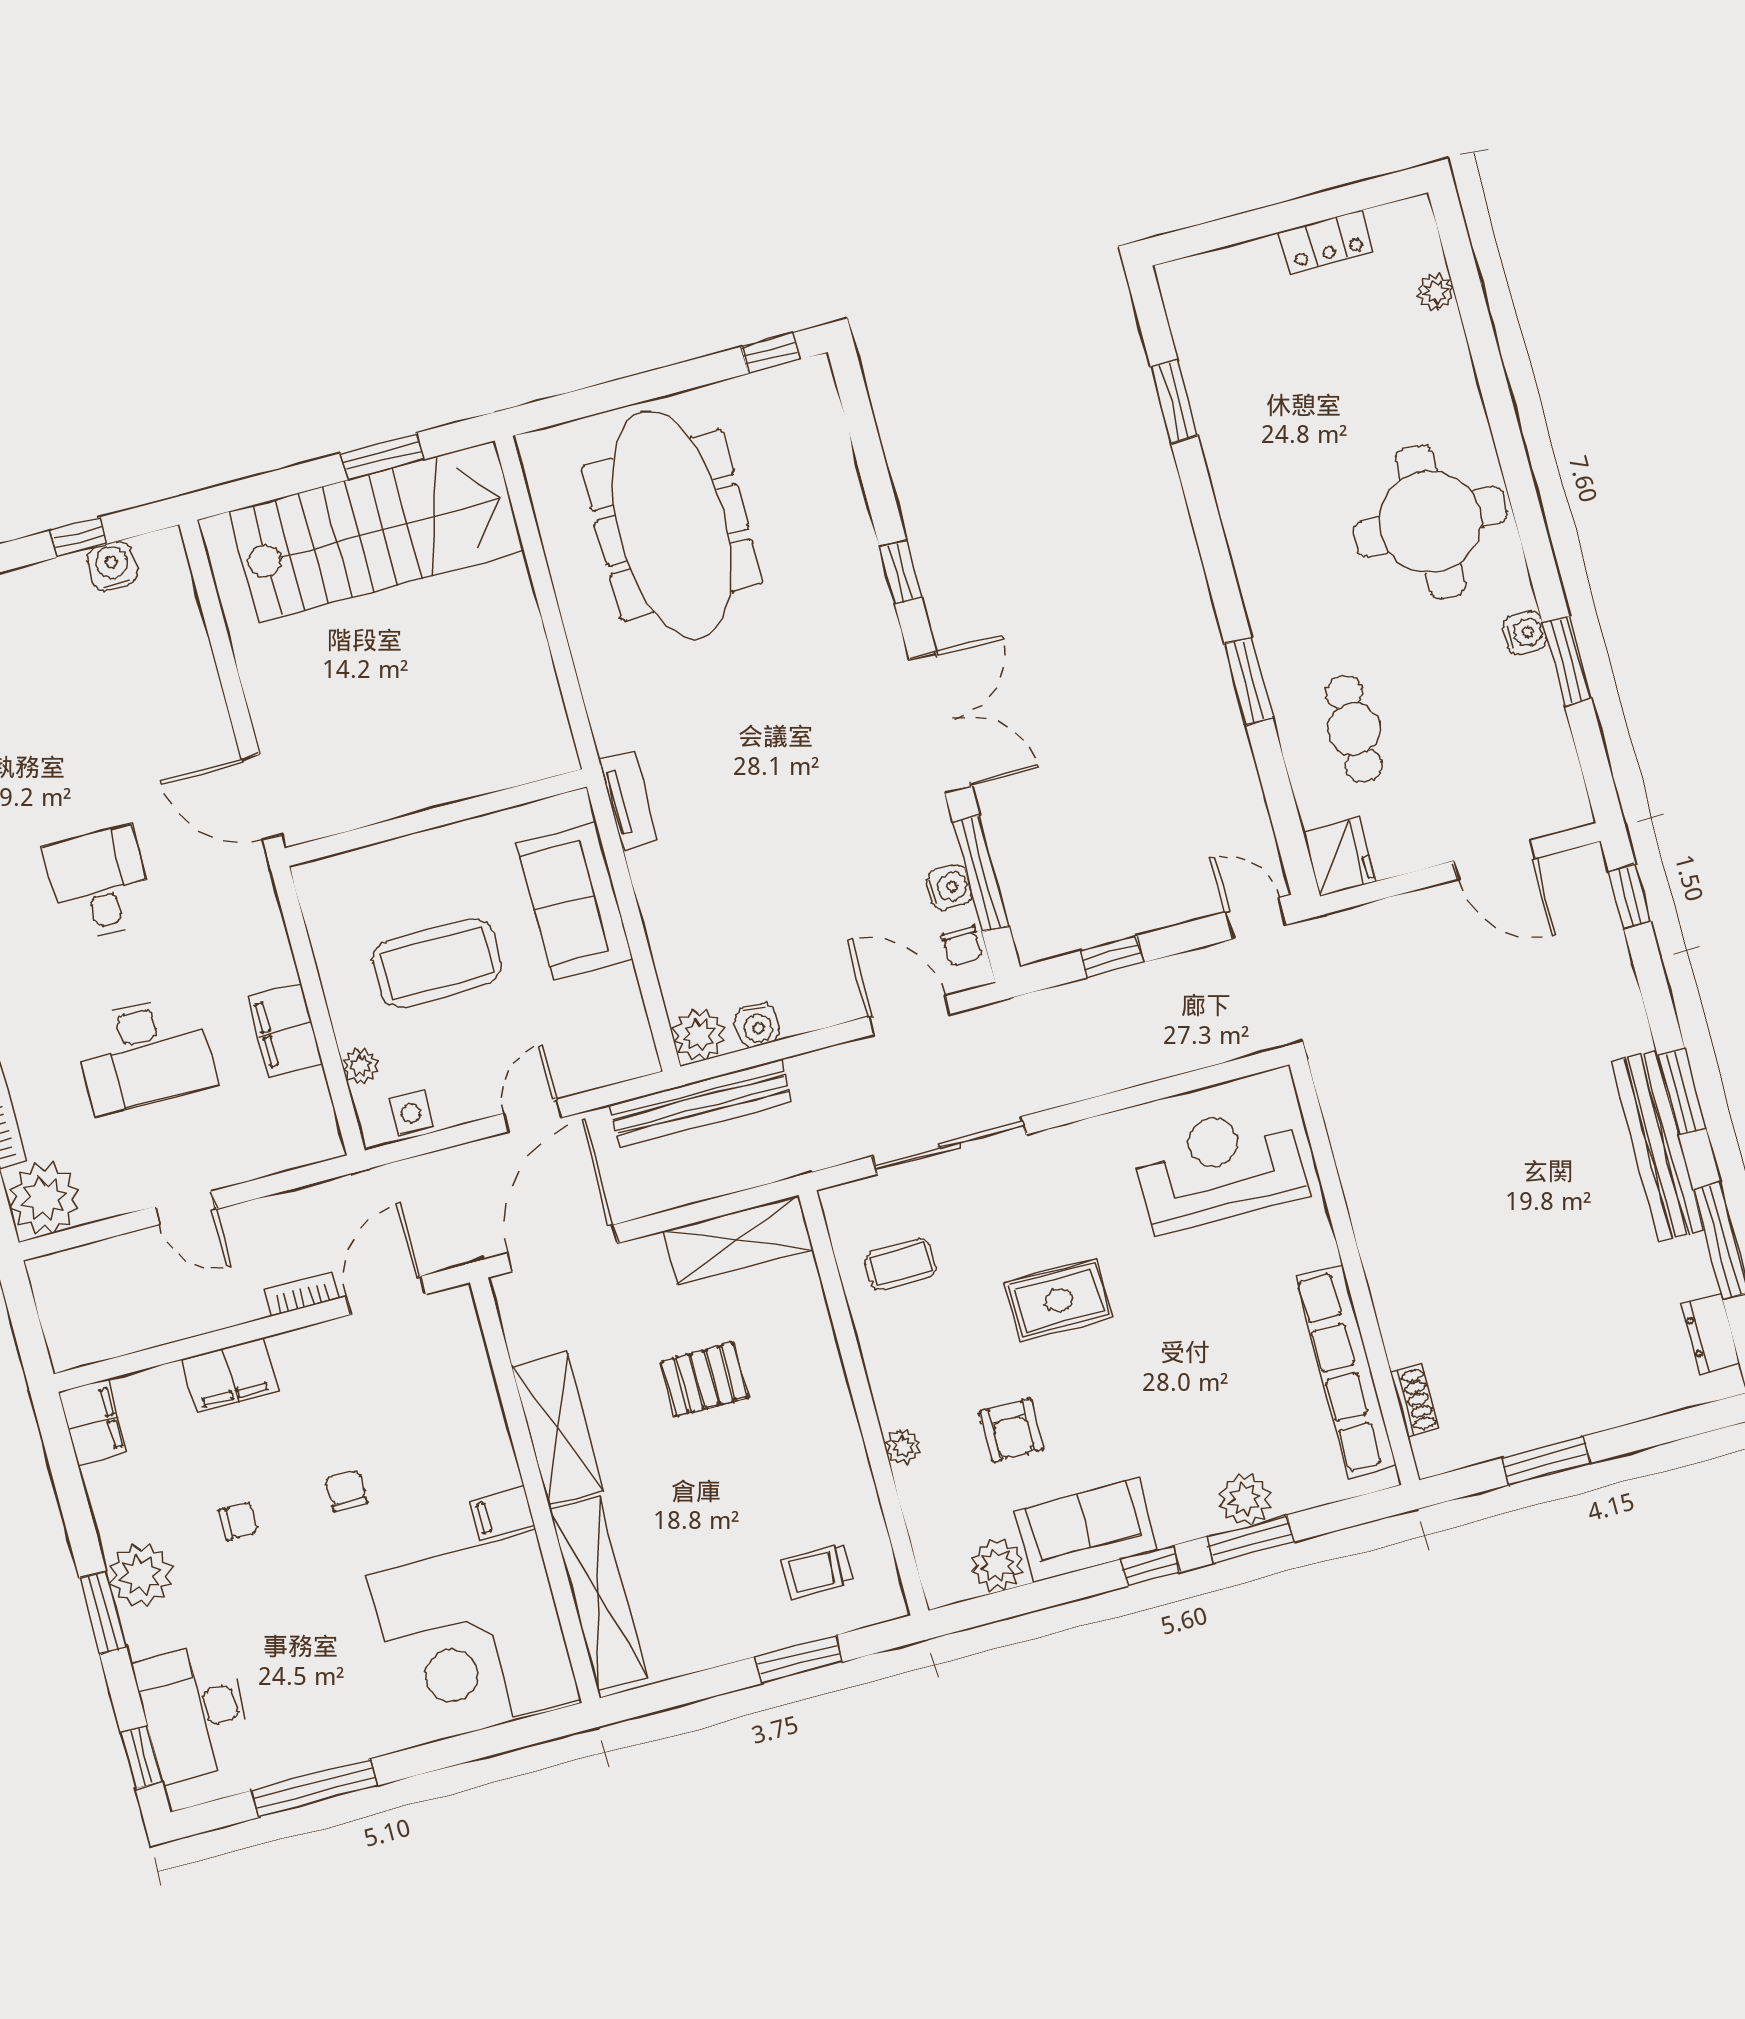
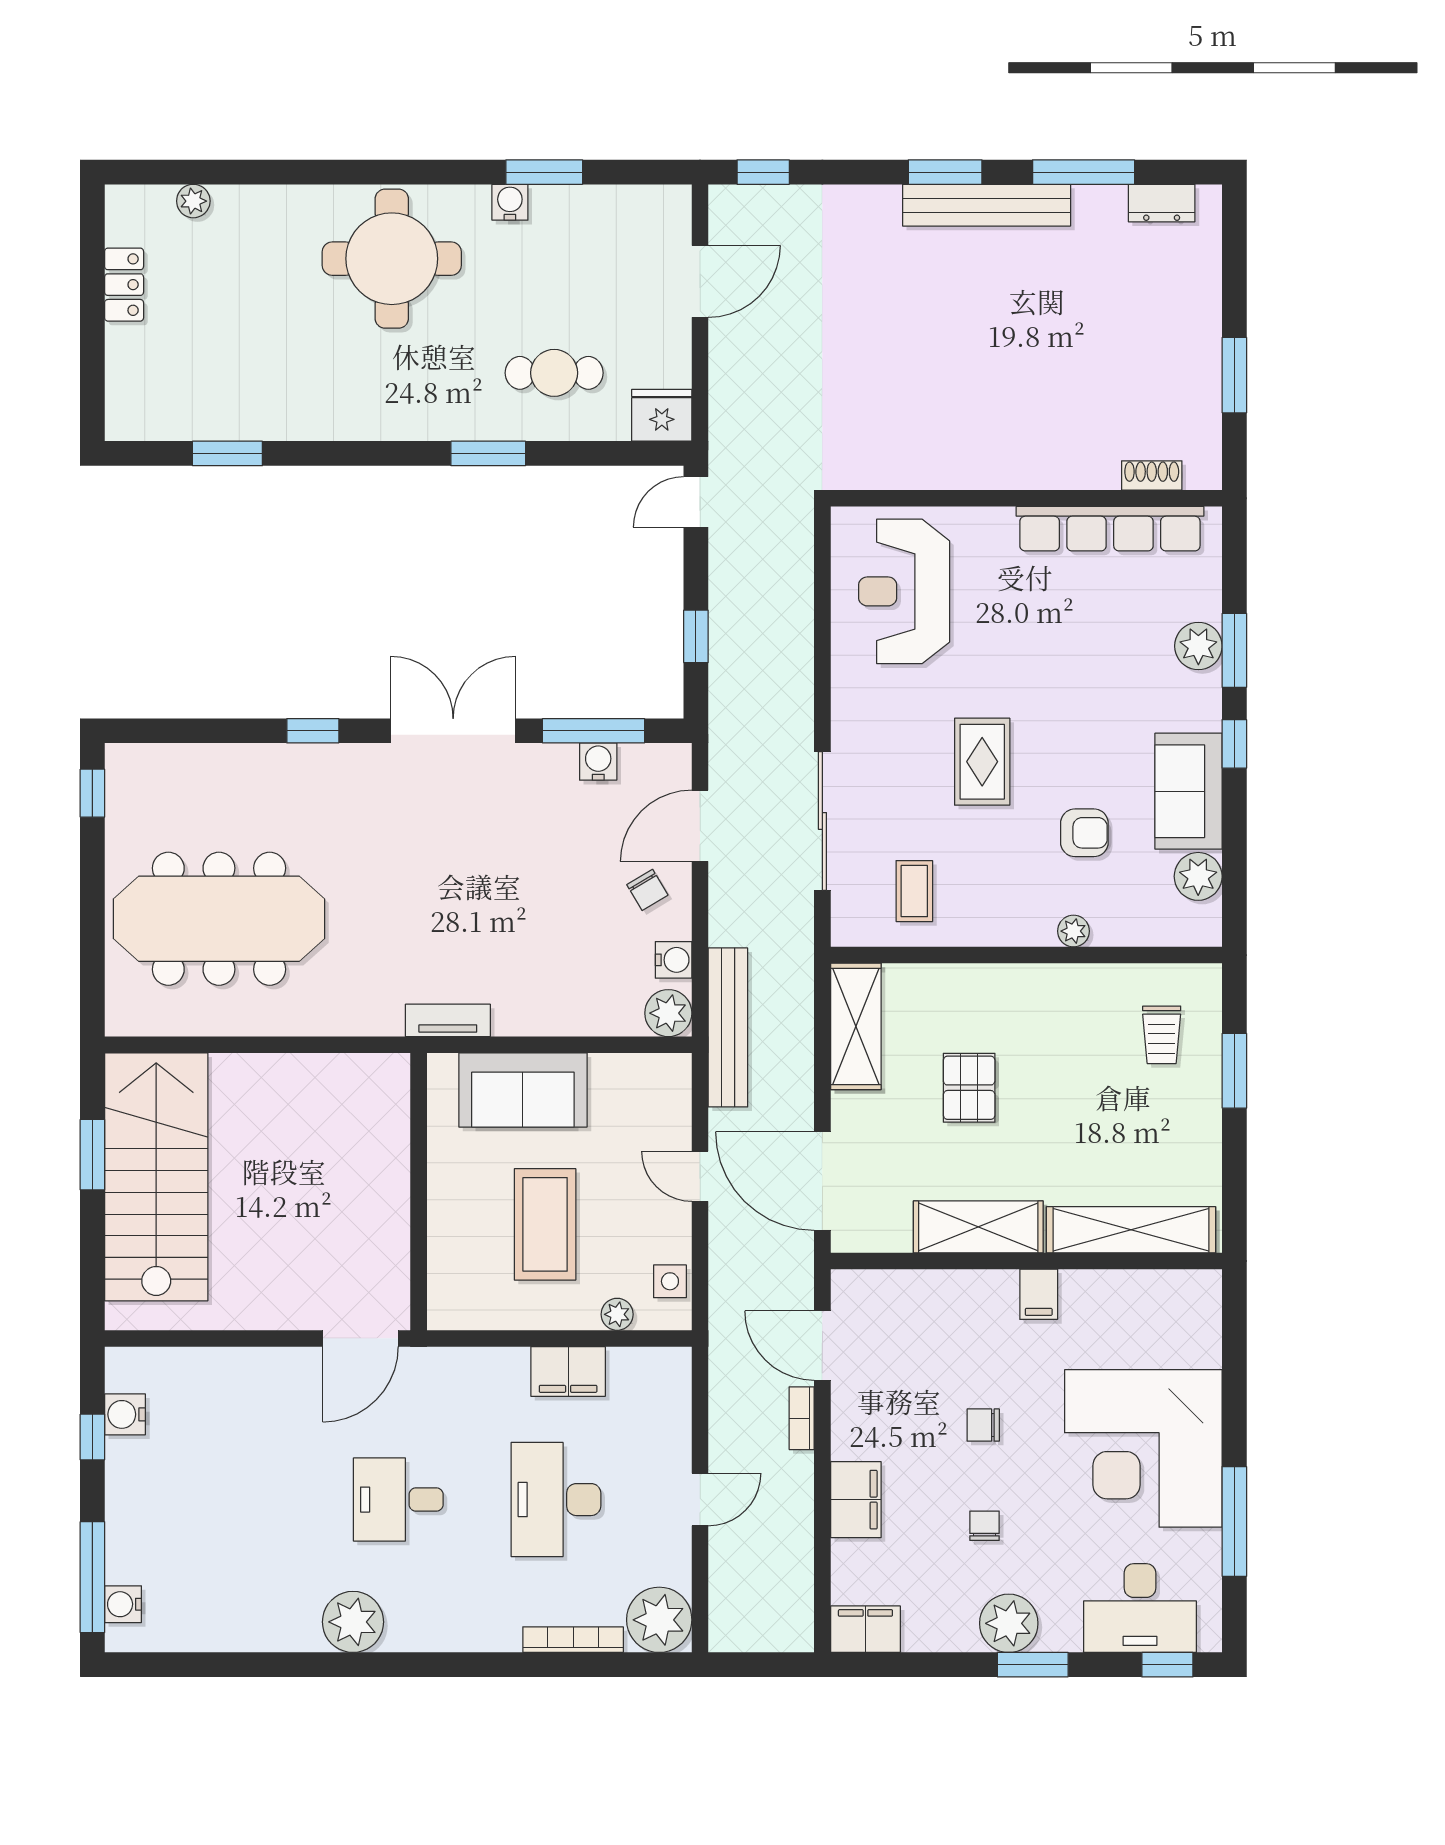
chair: (962, 946) -> (647, 890), moved, turned 59
desk: (144, 1053) -> (556, 1500), turned 180
corner desk: (474, 1637) -> (1143, 1448), moved, turned 90

